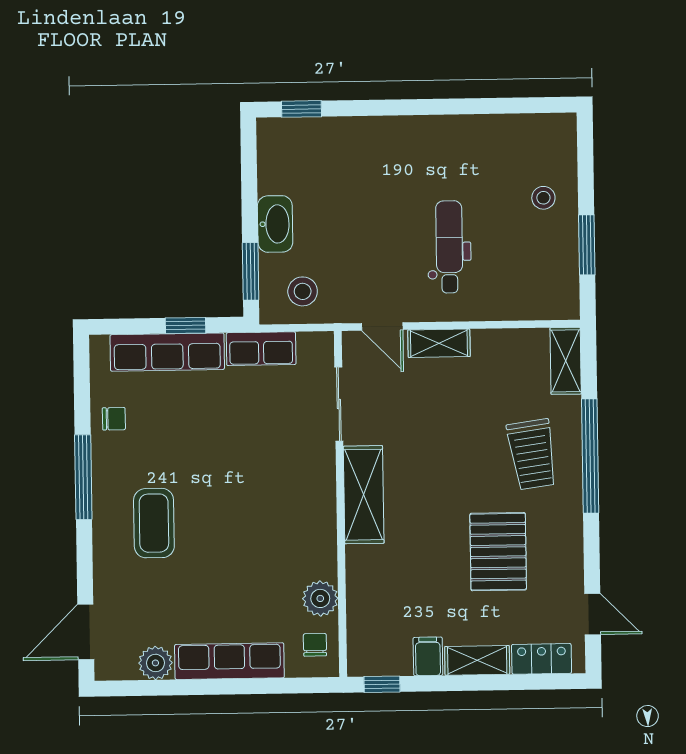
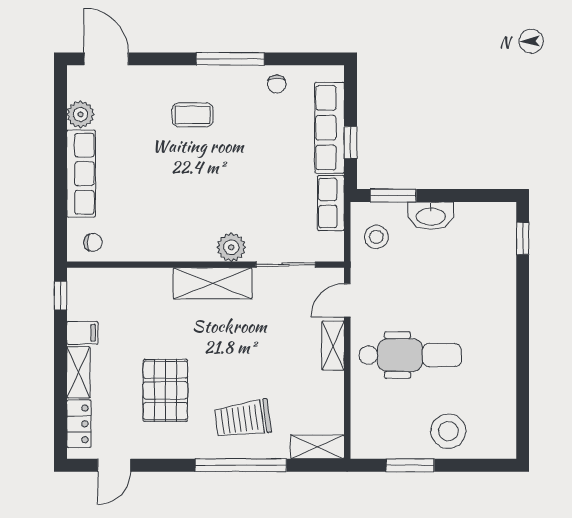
stool: (543, 198) -> (448, 431), width x1.89, depth x1.89
dental chair: (449, 247) -> (410, 355), width x1.36, depth x1.38
coffee table: (154, 523) -> (193, 115), width x0.73, depth x0.77
pallet: (498, 552) -> (165, 390), turned 90
plant: (320, 598) -> (231, 247), moved

